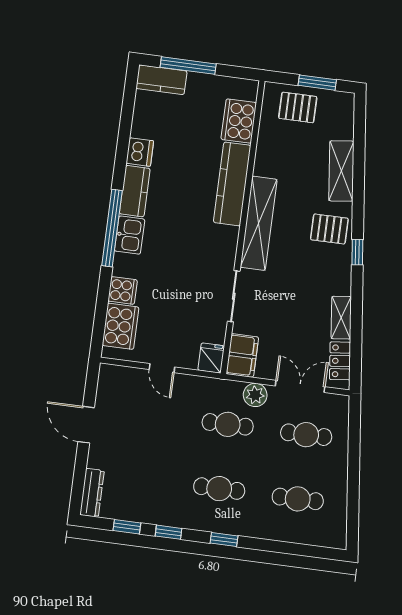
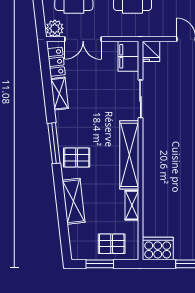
cooker: (239, 121) -> (158, 249), moved, turned -90
shelving: (264, 155) -> (132, 205), added
kitchen counter: (232, 184) -> (152, 181), removed
window: (357, 252) -> (54, 143), width x2.17
plant: (255, 395) -> (55, 28), moved

